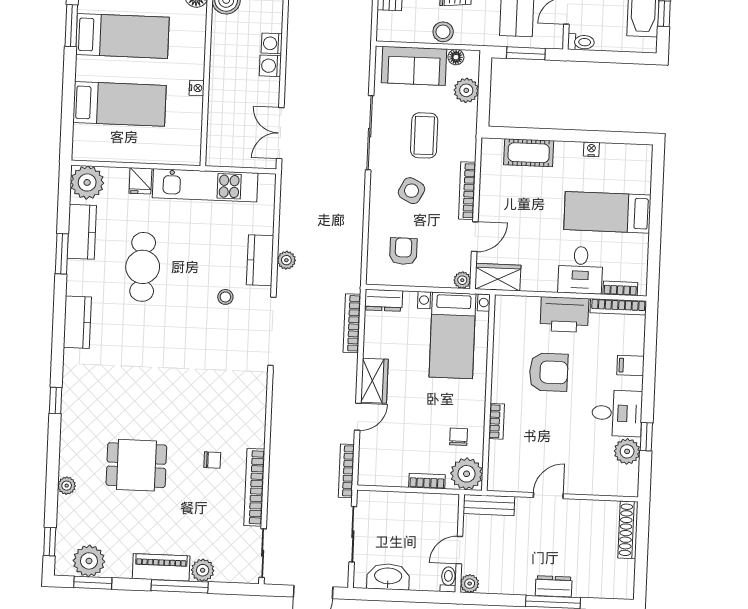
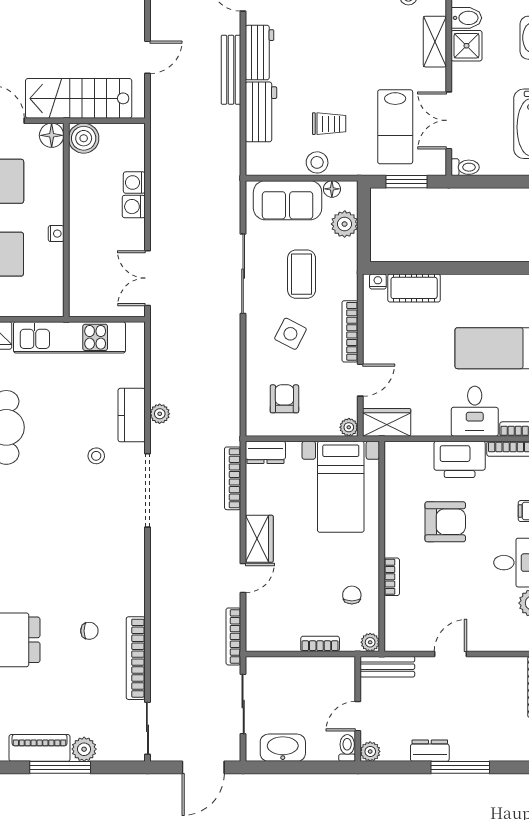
nightstand: (591, 149) -> (378, 281), moved
plant: (467, 474) -> (370, 642), width x0.53, depth x0.53
dresser: (554, 586) -> (430, 751), moved

